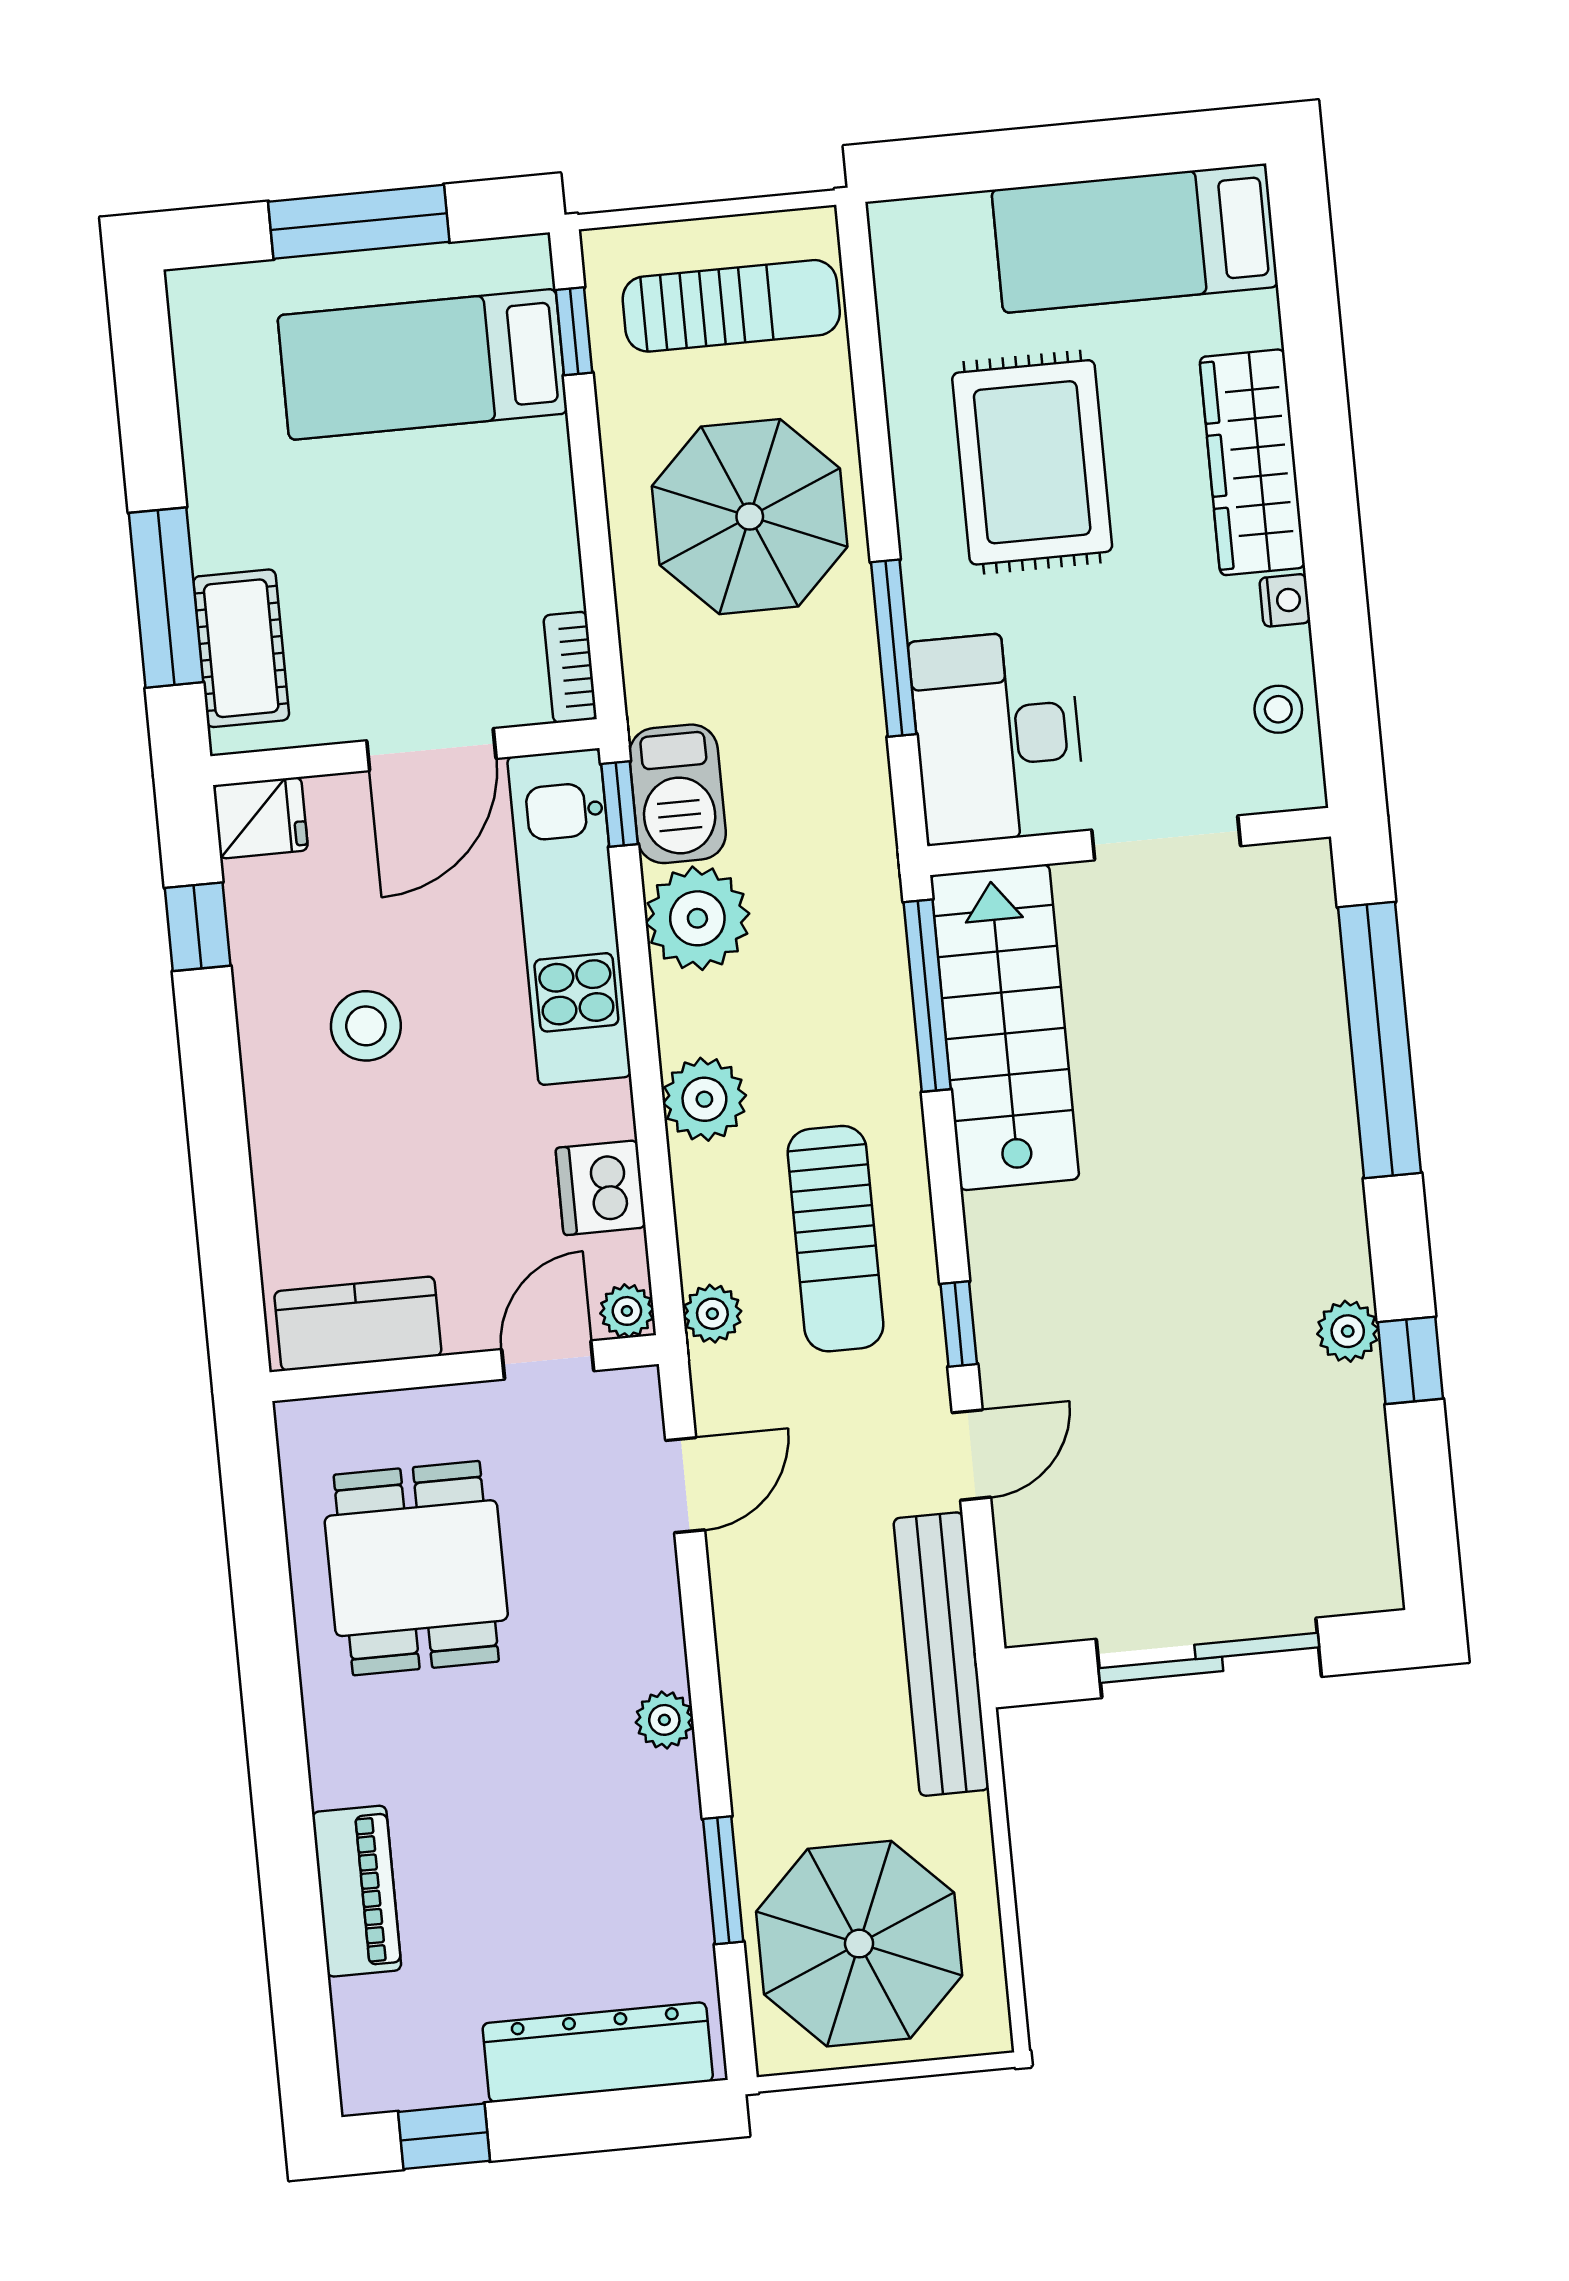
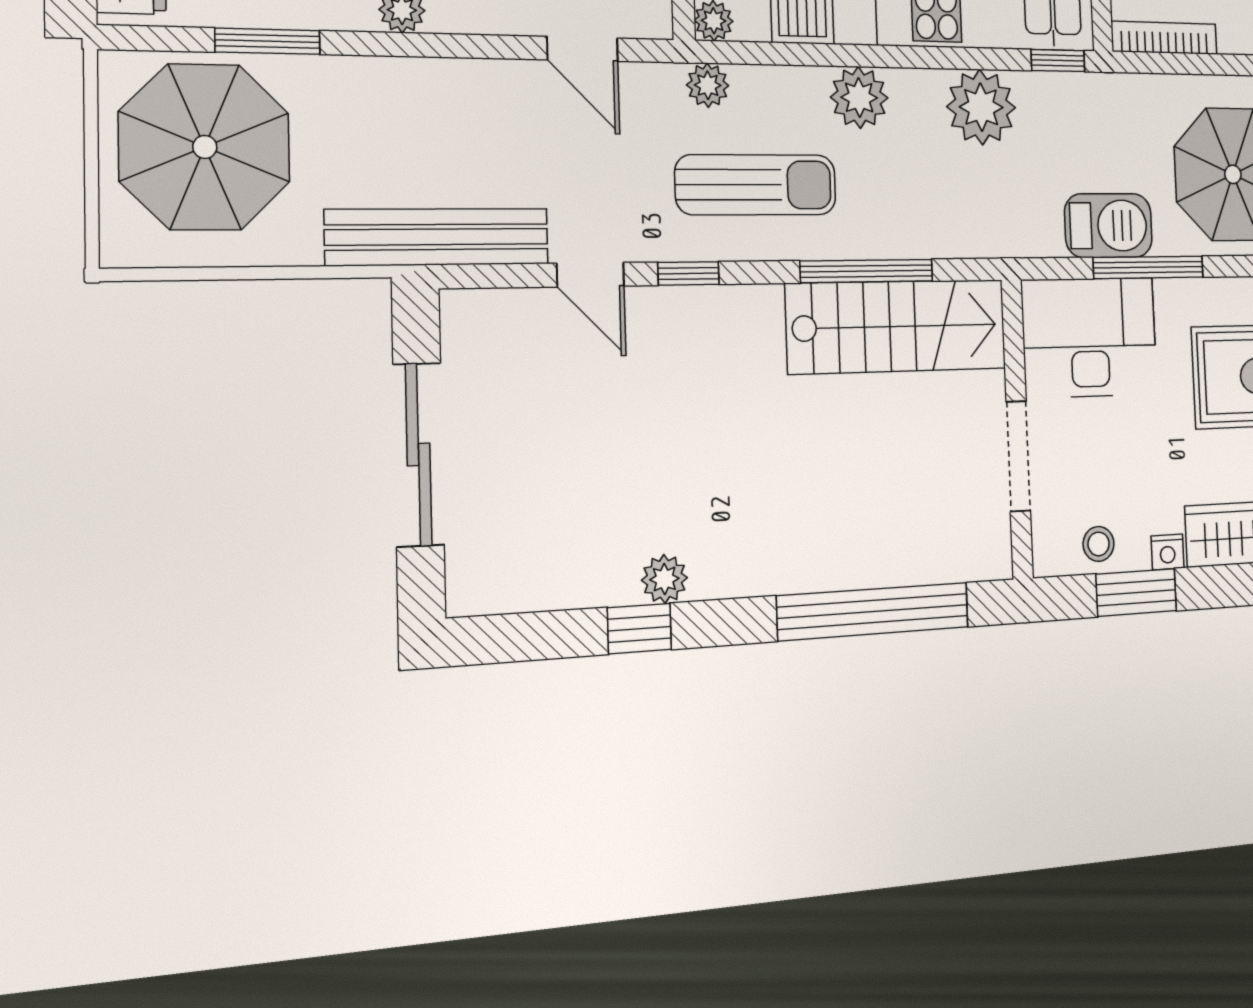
window: (1342, 647) -> (1136, 592), added
bookcase: (570, 667) -> (1164, 38), width x1.56
barbecue: (678, 794) -> (1108, 226), moved, turned 180
window: (927, 996) -> (867, 271), moved
sun lounger: (835, 1239) -> (756, 185), turned 180

